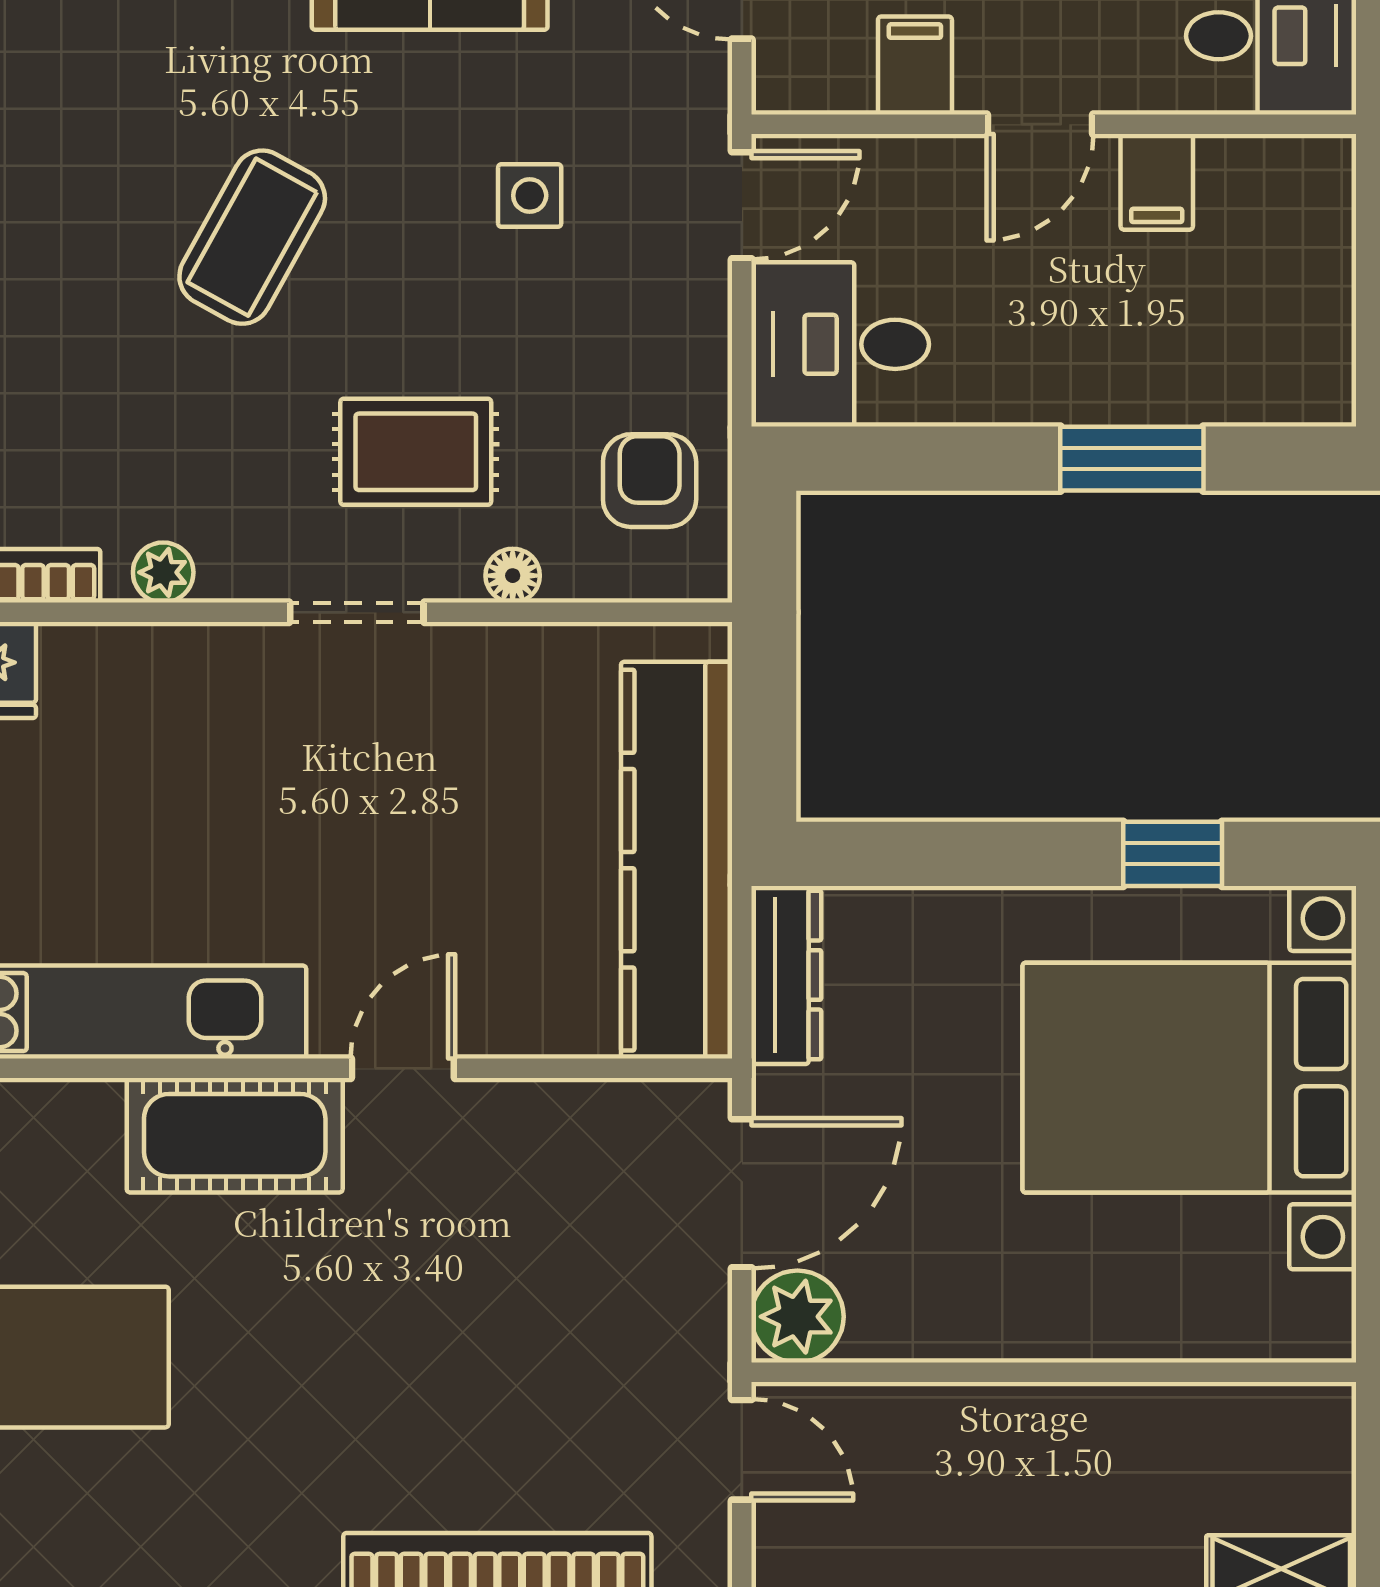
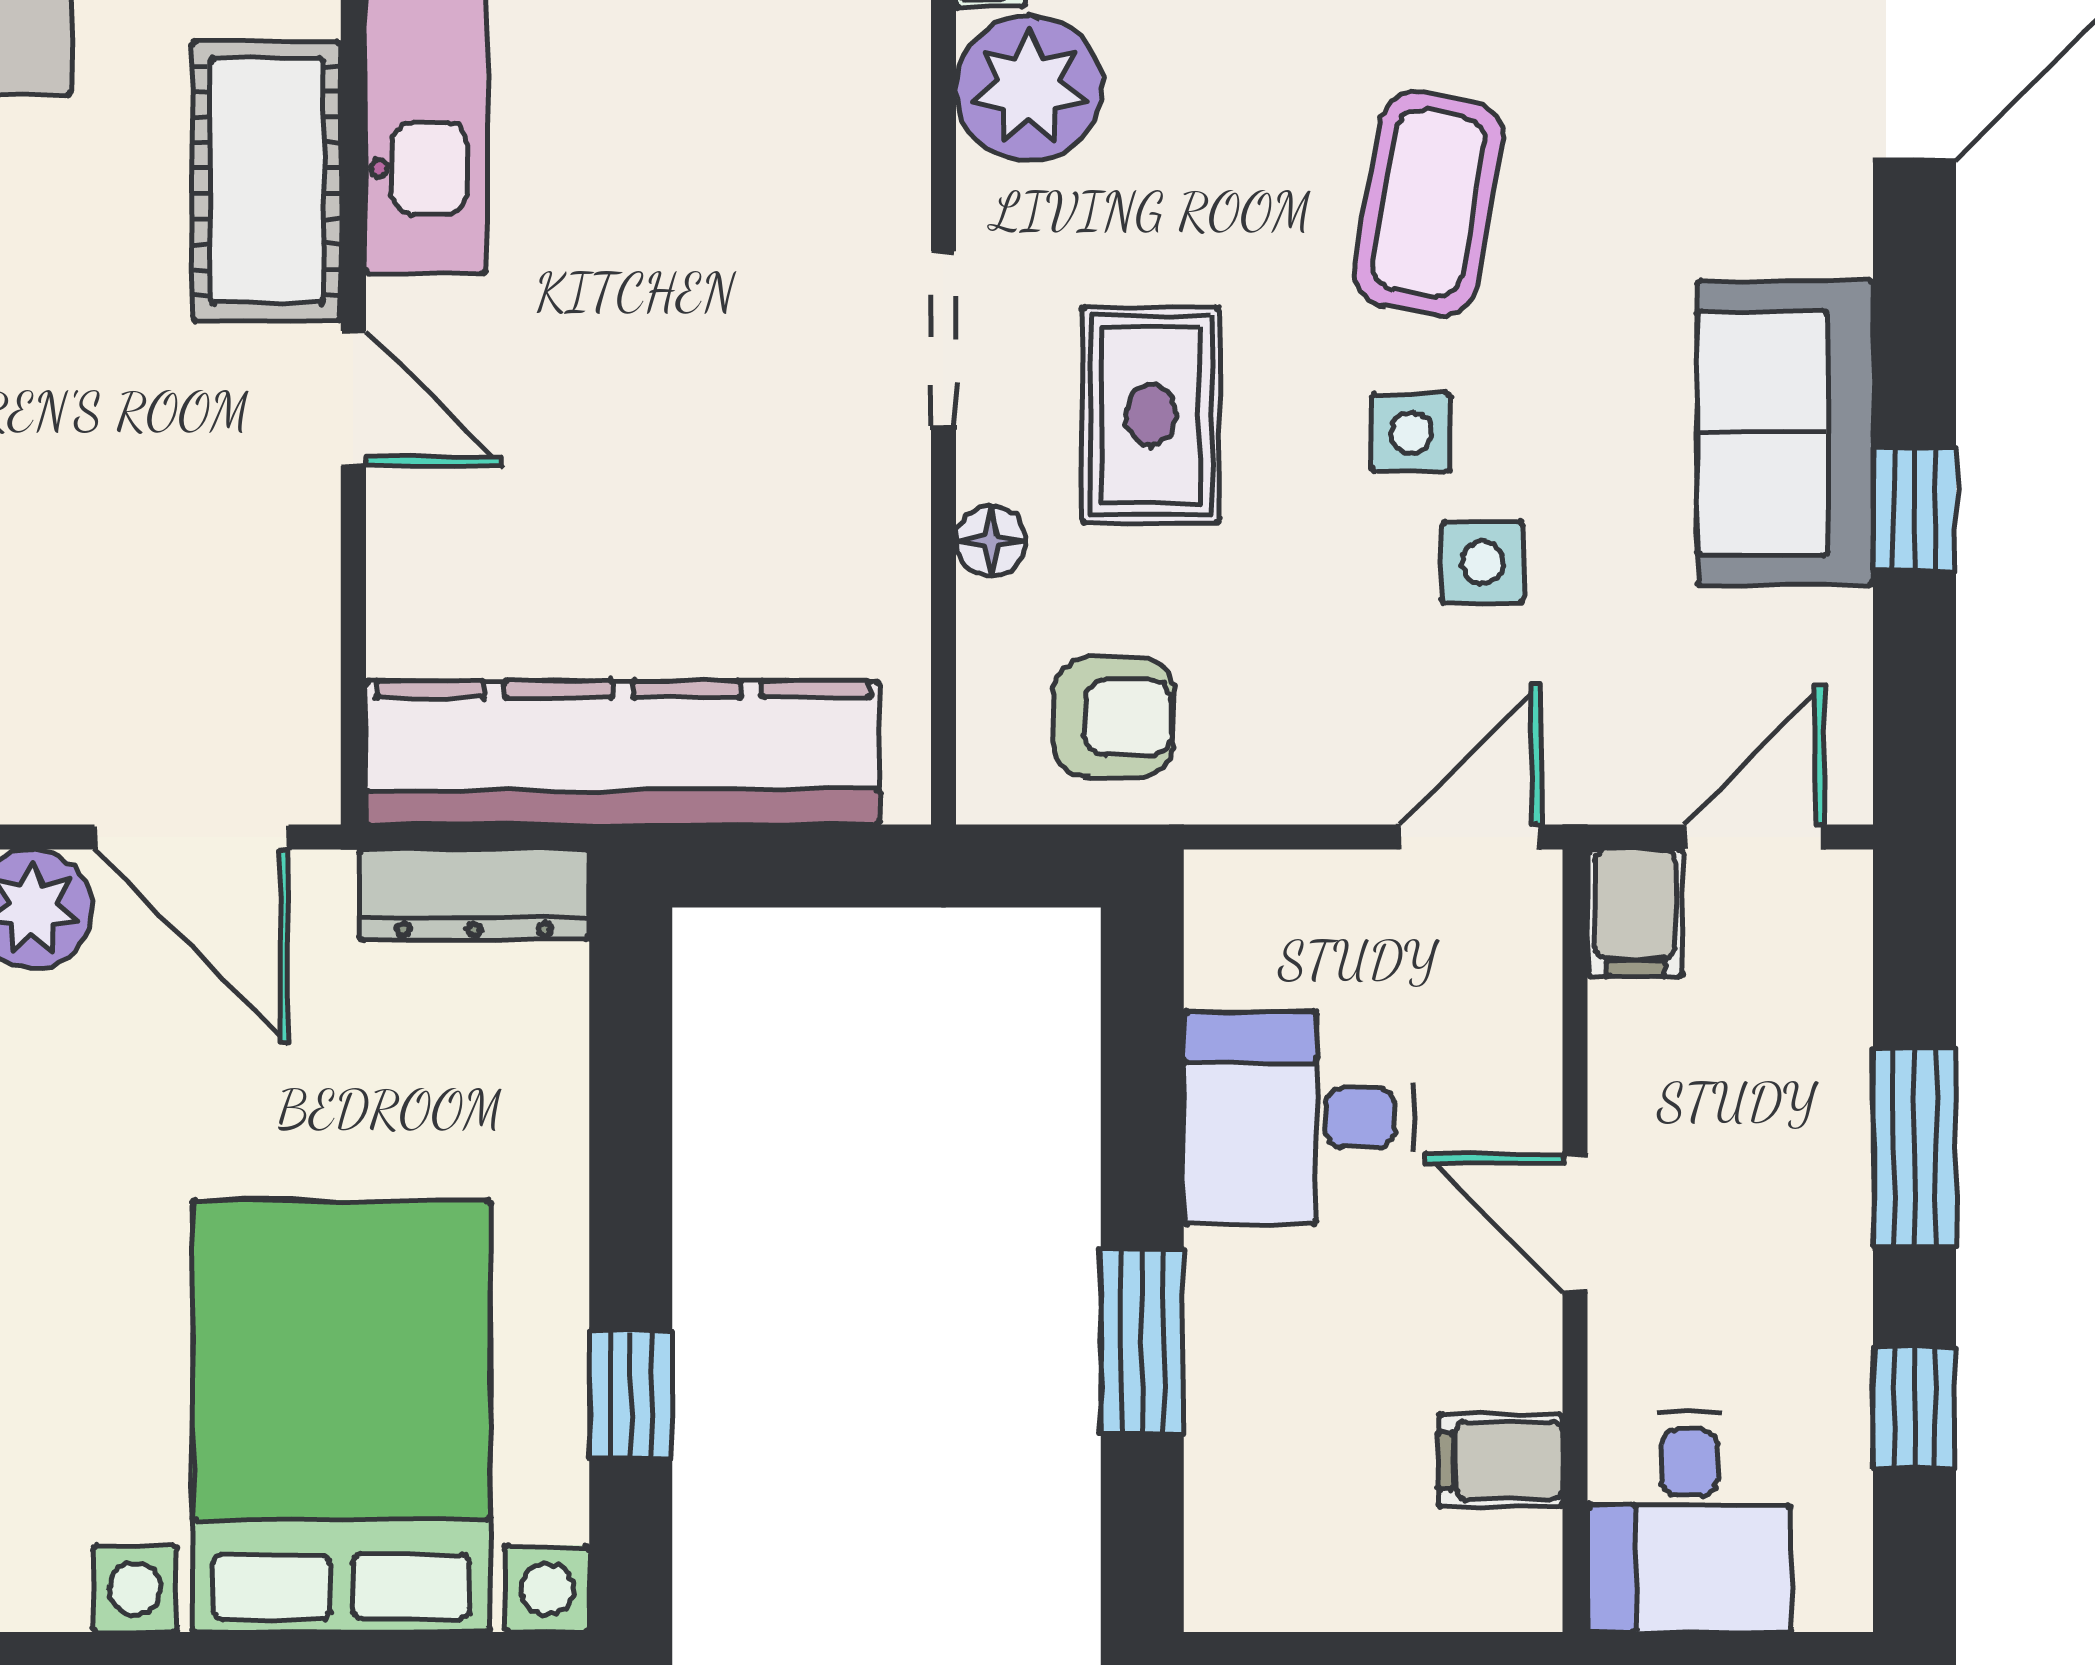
filing cabinet: (915, 65) -> (1635, 913), moved, turned 90
filing cabinet: (1157, 182) -> (1500, 1460), moved
door: (742, 205) -> (1470, 837), swing flipped
coffee table: (252, 237) -> (1429, 203), turned 71
side table: (429, 251) -> (1411, 433), added
desk: (840, 344) -> (1298, 1118), moved, turned -90
plant: (163, 572) -> (1029, 88), width x1.88, depth x1.88

